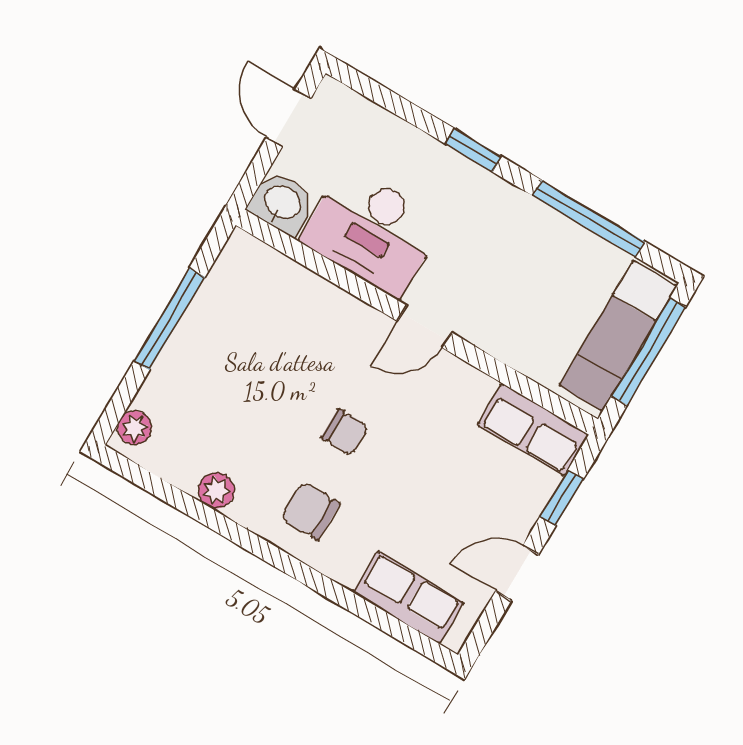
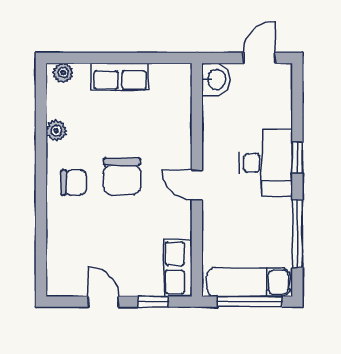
desk: (372, 231) -> (266, 163), moved, turned 180
window: (169, 319) -> (127, 58), removed
chair: (345, 432) -> (122, 176), width x1.87, depth x1.87
chair: (310, 511) -> (74, 183), turned 90
row of seats: (408, 597) -> (120, 77), moved, turned 90

